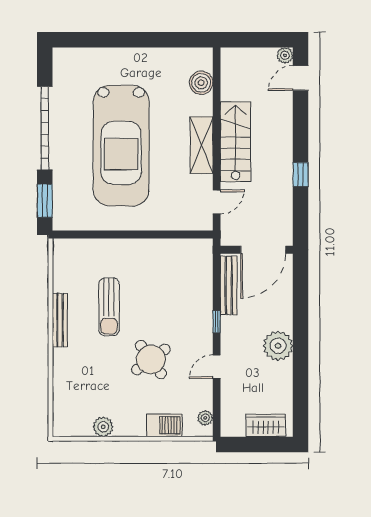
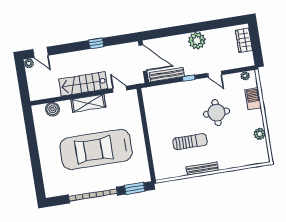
car: (121, 146) -> (96, 149), turned 180
round table: (151, 359) -> (216, 113), turned 36

